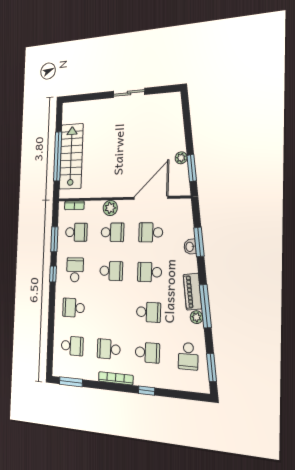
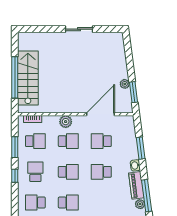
washbasin: (190, 247) -> (135, 165), moved
school desk: (148, 312) -> (68, 202), moved

